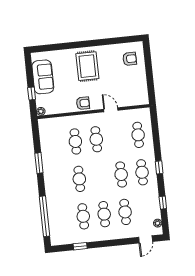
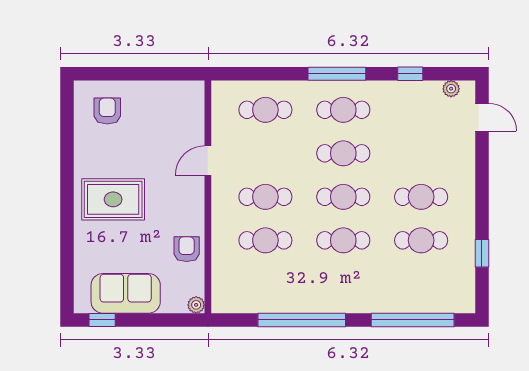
window: (32, 94) -> (102, 320), moved
armchair: (83, 103) -> (187, 249), moved
window: (39, 163) -> (302, 320), width x2.11
window: (159, 167) -> (337, 74), width x2.17
cafe table: (125, 212) -> (343, 197), moved

